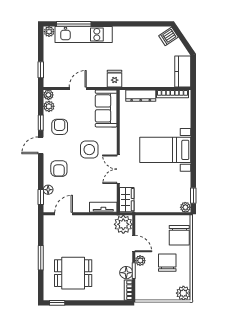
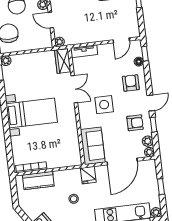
stool: (133, 56) -> (74, 199), added
window: (41, 70) -> (161, 187), moved
kitchen counter: (183, 71) -> (38, 180), moved, turned 90
door: (78, 88) -> (122, 161), width x1.87
dresser: (141, 96) -> (61, 162), removed
armchair: (60, 127) -> (135, 123), turned -90
plant: (123, 224) -> (60, 42), width x0.53, depth x0.53

